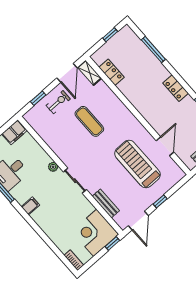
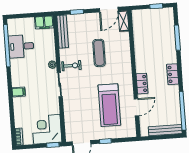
locker: (112, 72) -> (142, 84), moved
exercise bike: (58, 102) -> (71, 66), moved
treadmill: (137, 164) -> (109, 105), turned 180
bench: (106, 203) -> (63, 32), moved, width x1.36
filing cabinet: (30, 206) -> (19, 92), moved

